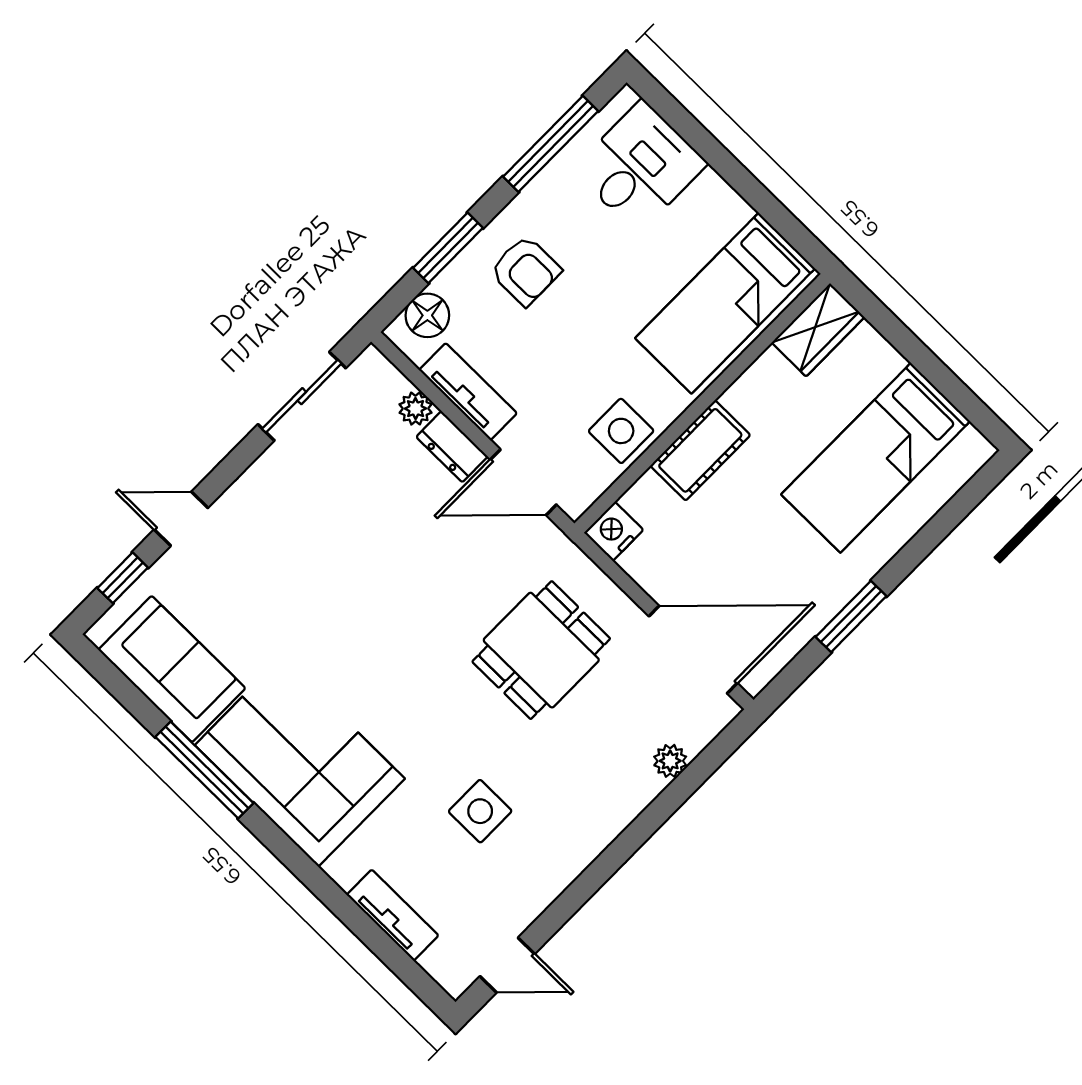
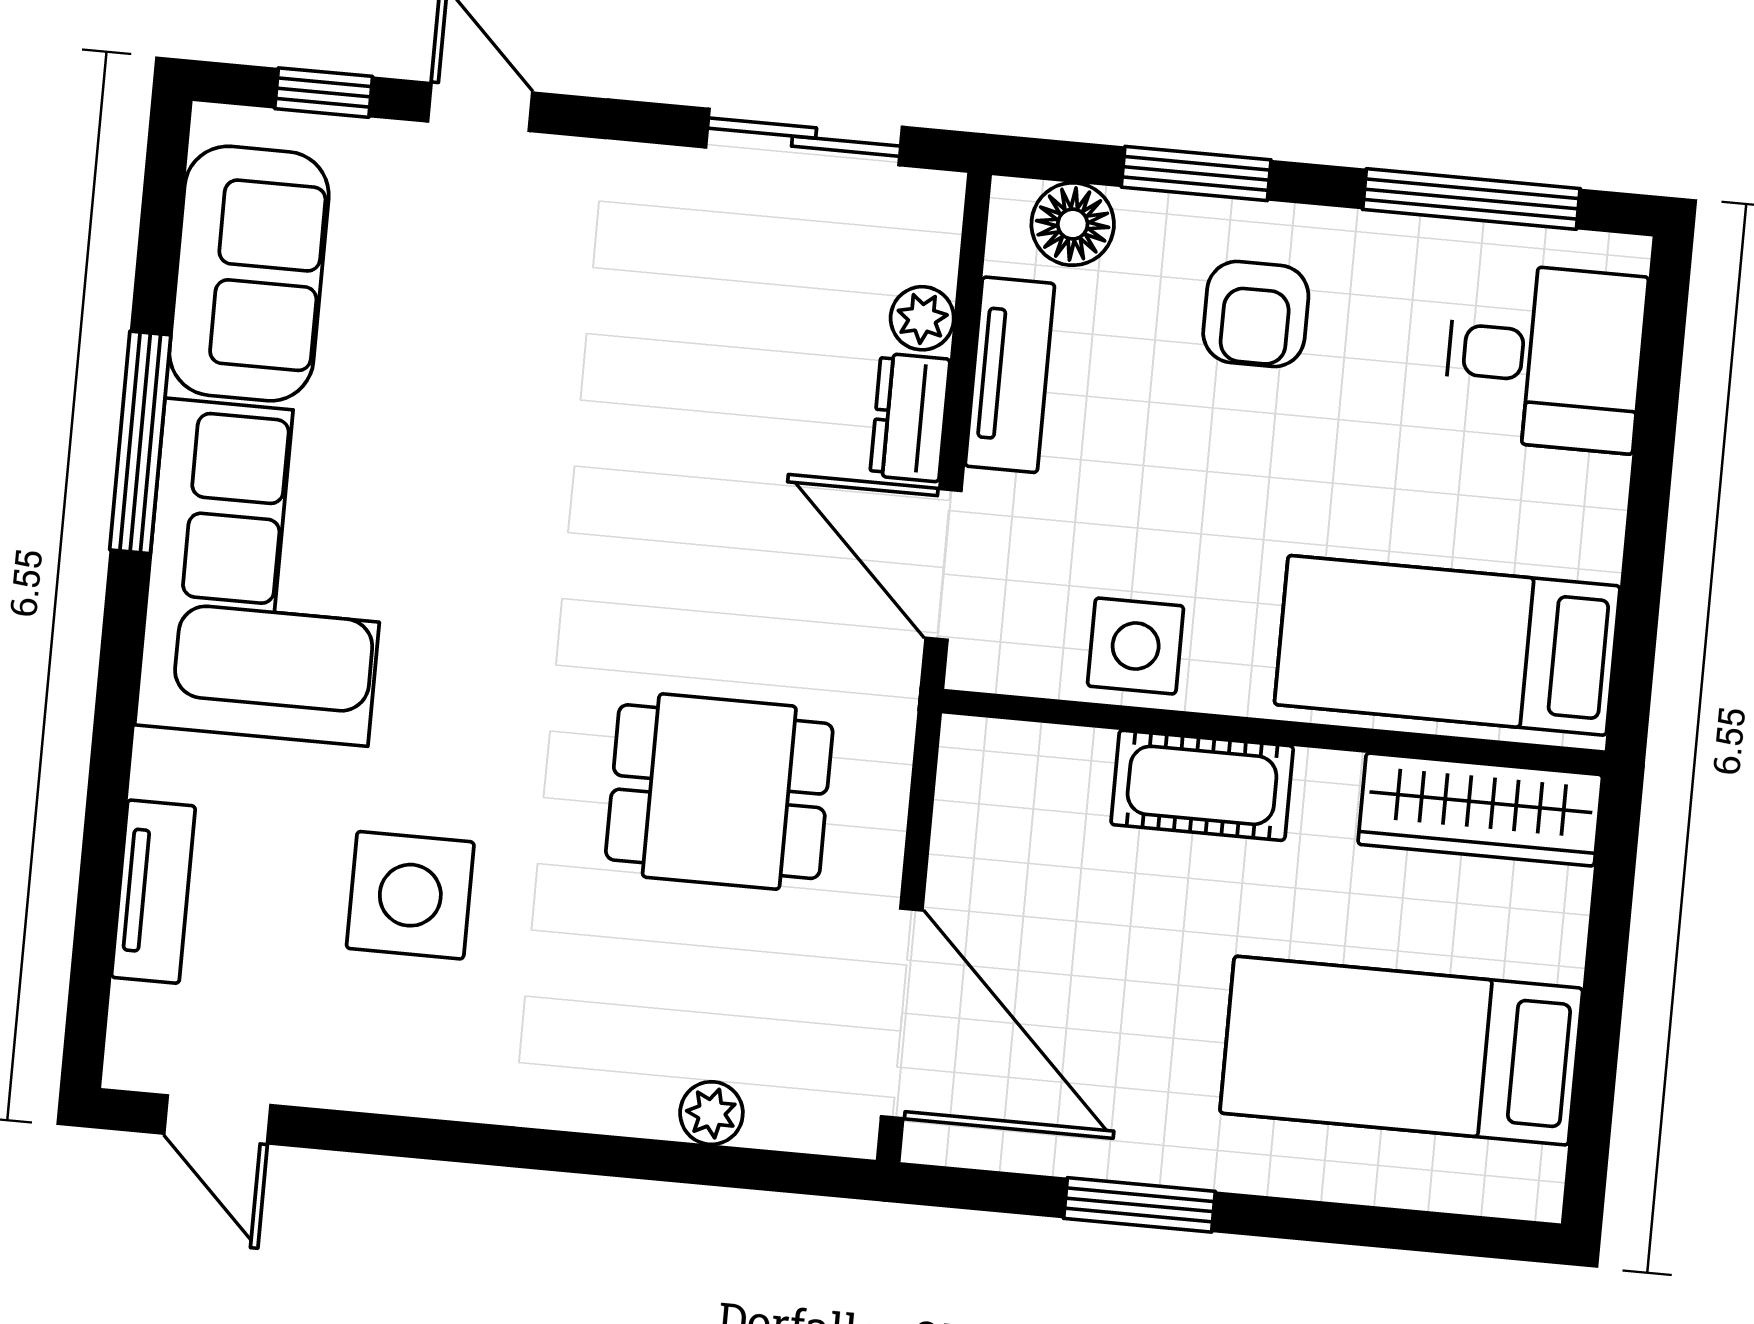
wardrobe: (818, 330) -> (1480, 810), width x1.50
nightstand: (614, 531) -> (980, 755), removed
side table: (480, 811) -> (410, 895), width x1.37, depth x1.37

